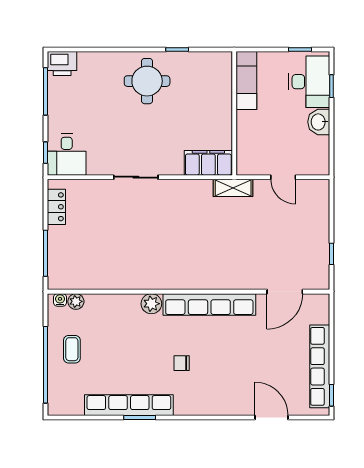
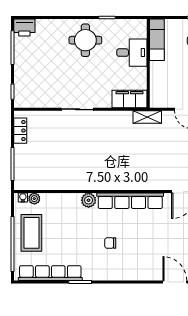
desk: (67, 155) -> (132, 53), moved, turned -90
coffee table: (72, 349) -> (31, 233), width x1.86, depth x1.72
row of seats: (129, 405) -> (50, 273), moved

